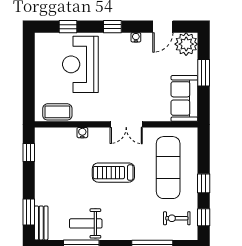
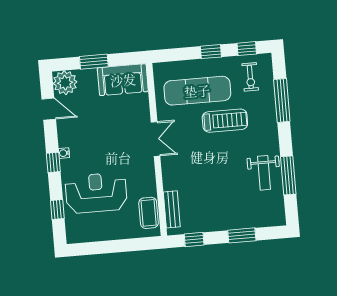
water cooler: (136, 37) -> (64, 153), moved
reception desk: (80, 64) -> (96, 193), turned 180
water cooler: (82, 133) -> (168, 185), removed
treadmill: (113, 173) -> (225, 121), moved, turned -90
window: (29, 212) -> (242, 235), moved
bench: (41, 223) -> (172, 209), moved, turned 90

